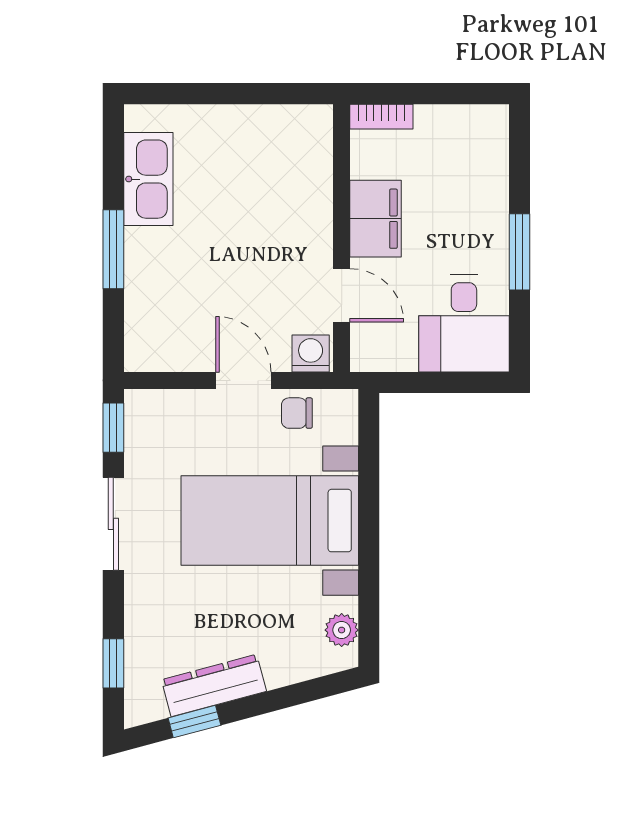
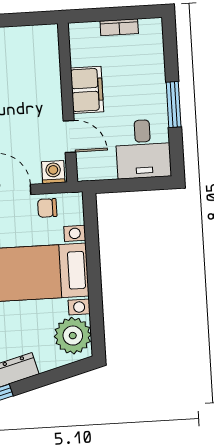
bookcase: (381, 117) -> (119, 27), moved
plant: (342, 630) -> (73, 336), width x1.88, depth x1.88

